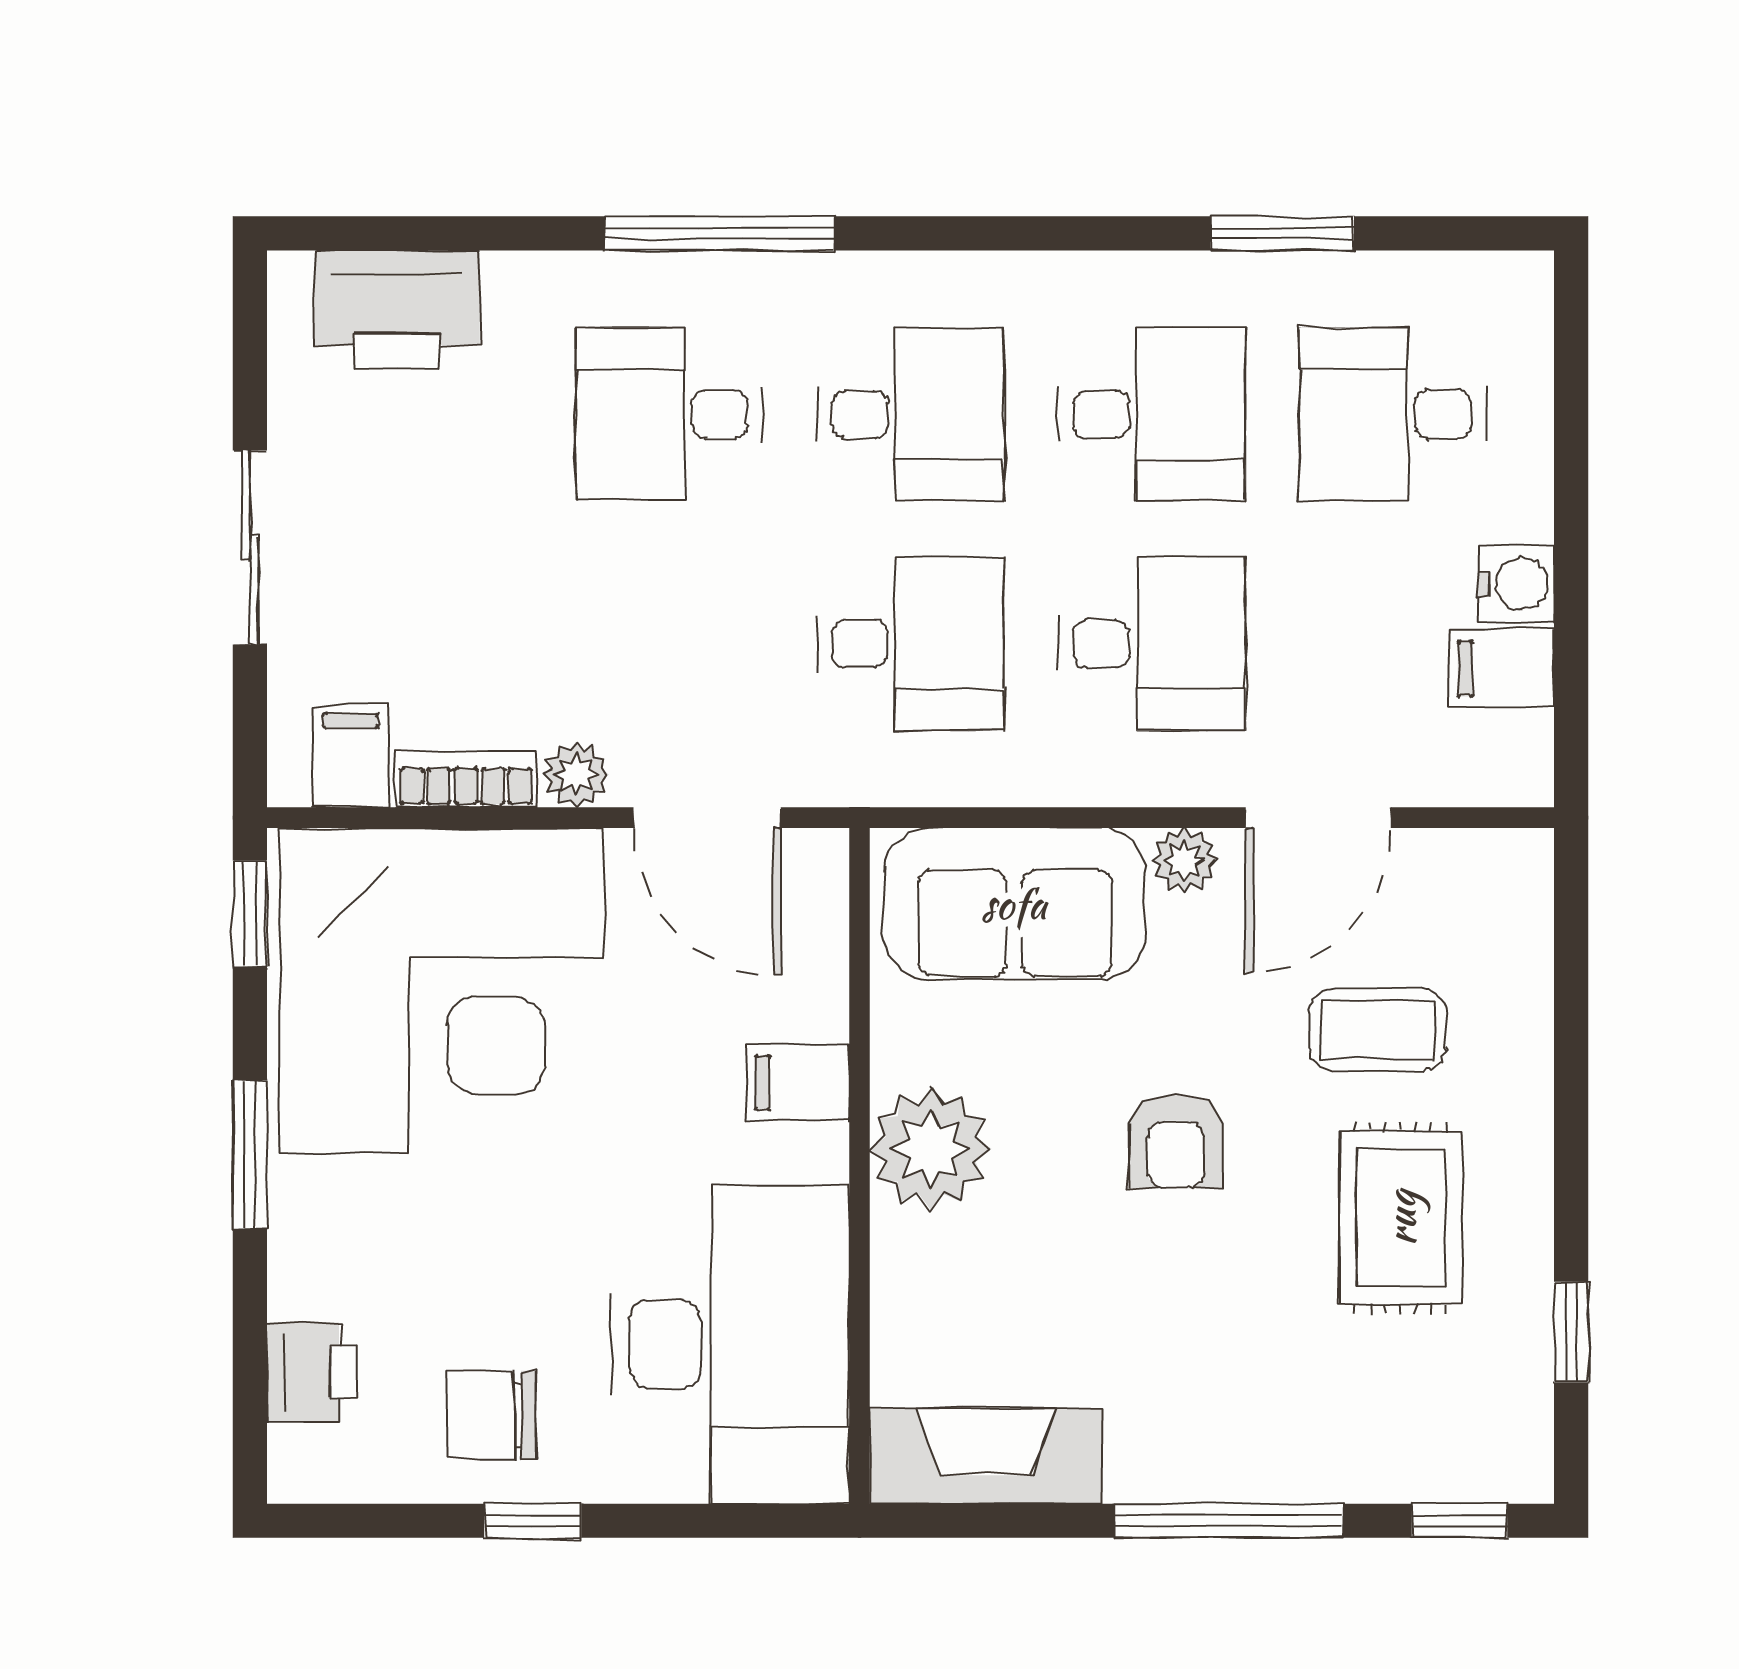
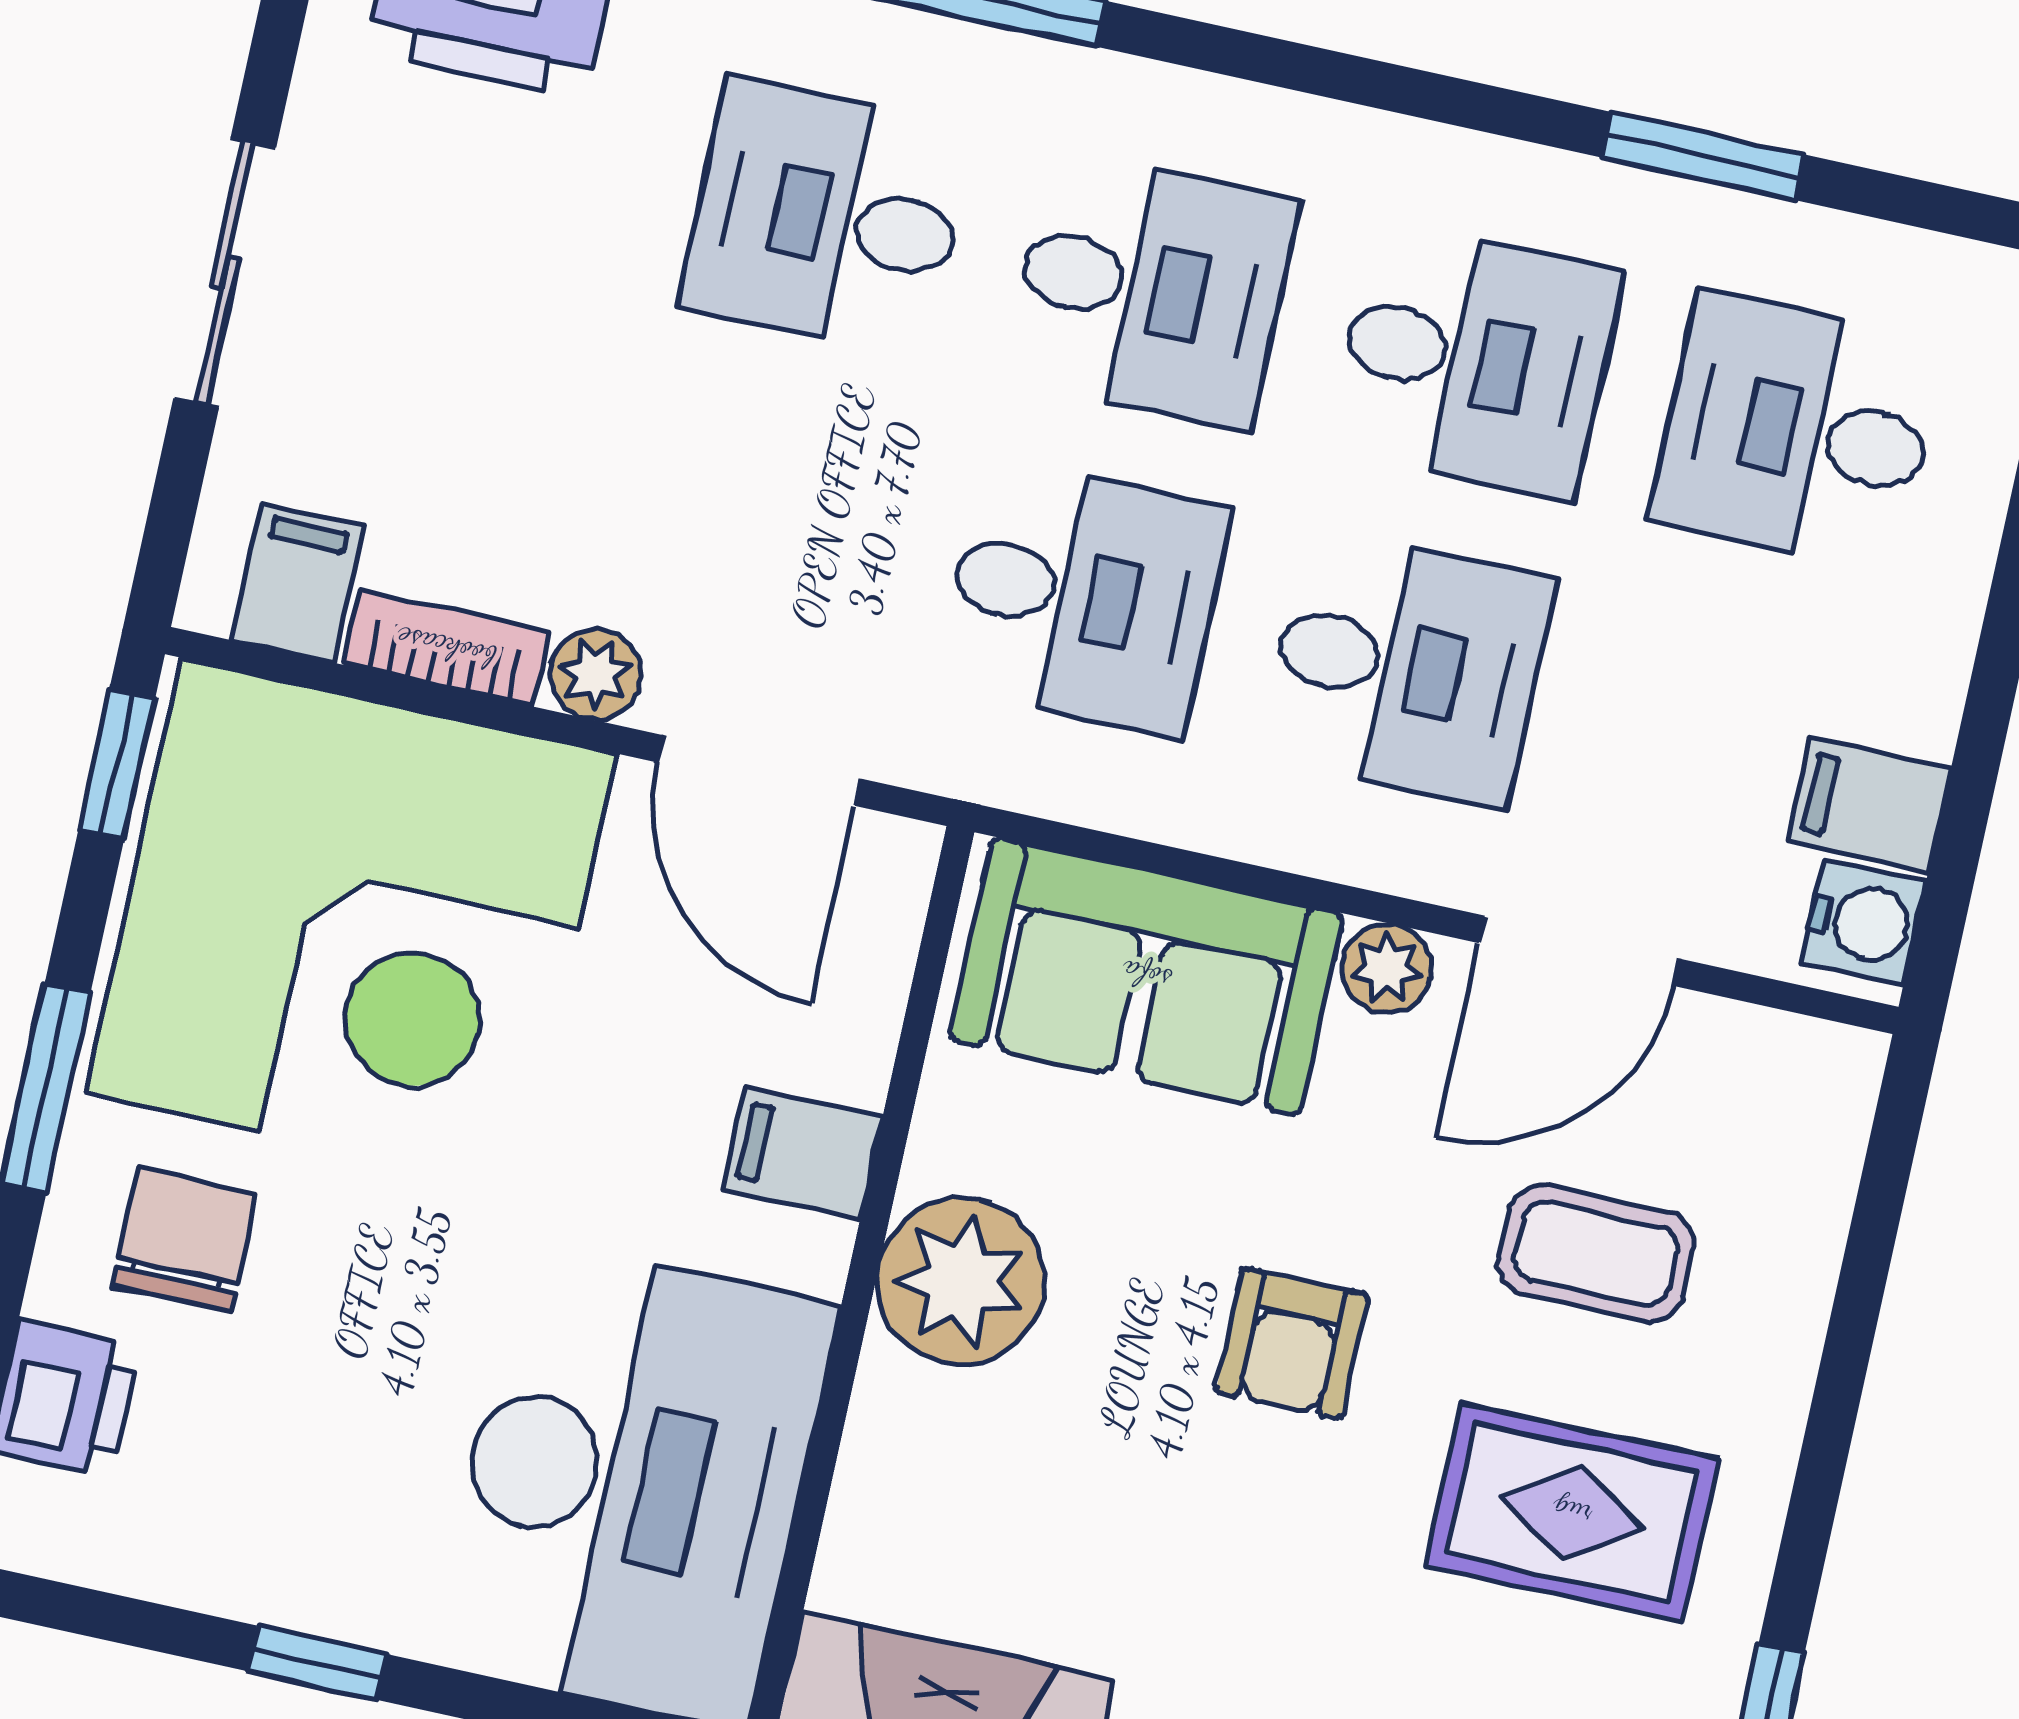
water cooler: (1516, 584) -> (1863, 923), moved
rug: (1401, 1218) -> (1572, 1513), turned 90
chair: (491, 1415) -> (185, 1239), moved, turned 90

